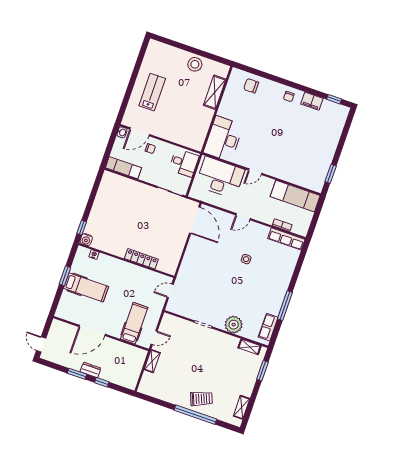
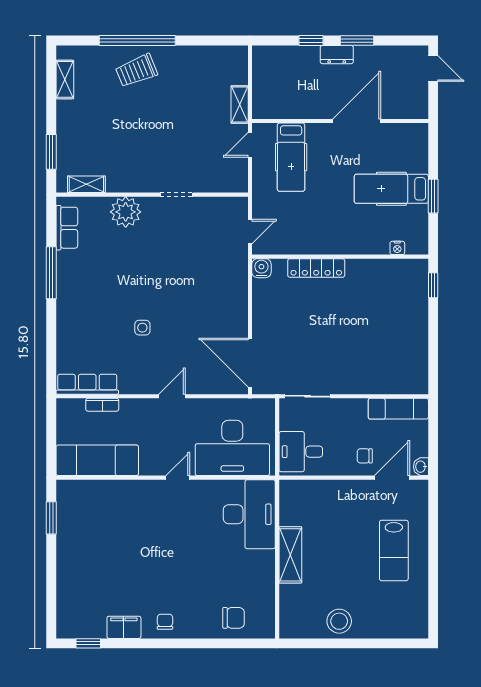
shelving: (215, 92) -> (290, 555), moved
water cooler: (86, 240) -> (261, 268), moved

